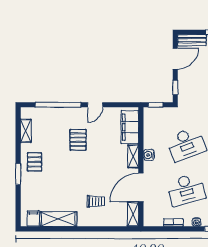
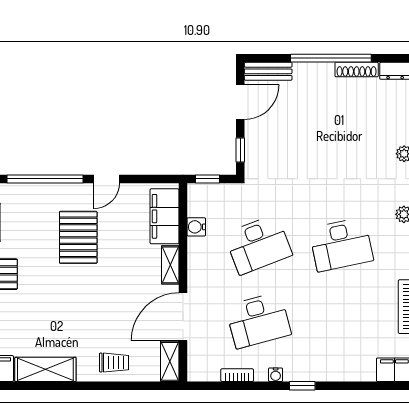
pallet: (78, 140) -> (78, 237), width x1.50, depth x1.42
water cooler: (149, 155) -> (196, 227), moved
trolley: (96, 201) -> (114, 363), moved

